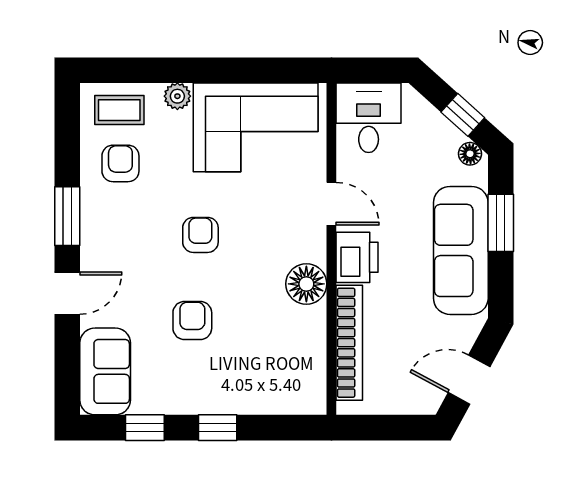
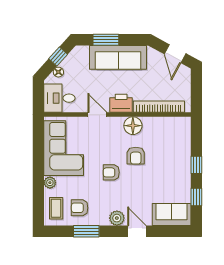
floor lamp: (470, 154) -> (58, 72), moved
door: (331, 204) -> (97, 115), hinge flipped
window: (67, 216) -> (86, 231), moved
plant: (97, 248) -> (117, 218), added
armchair: (192, 320) -> (136, 156), moved, turned -90

